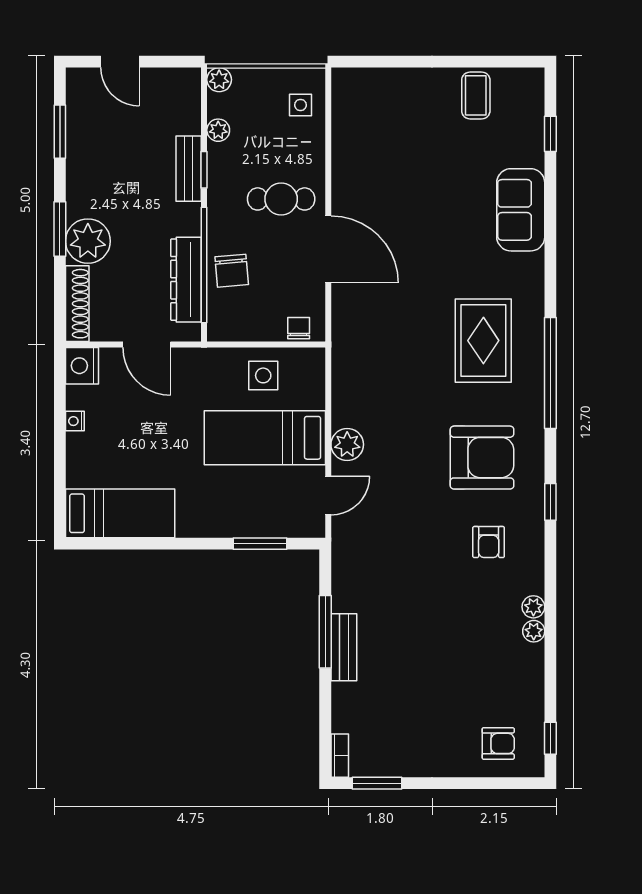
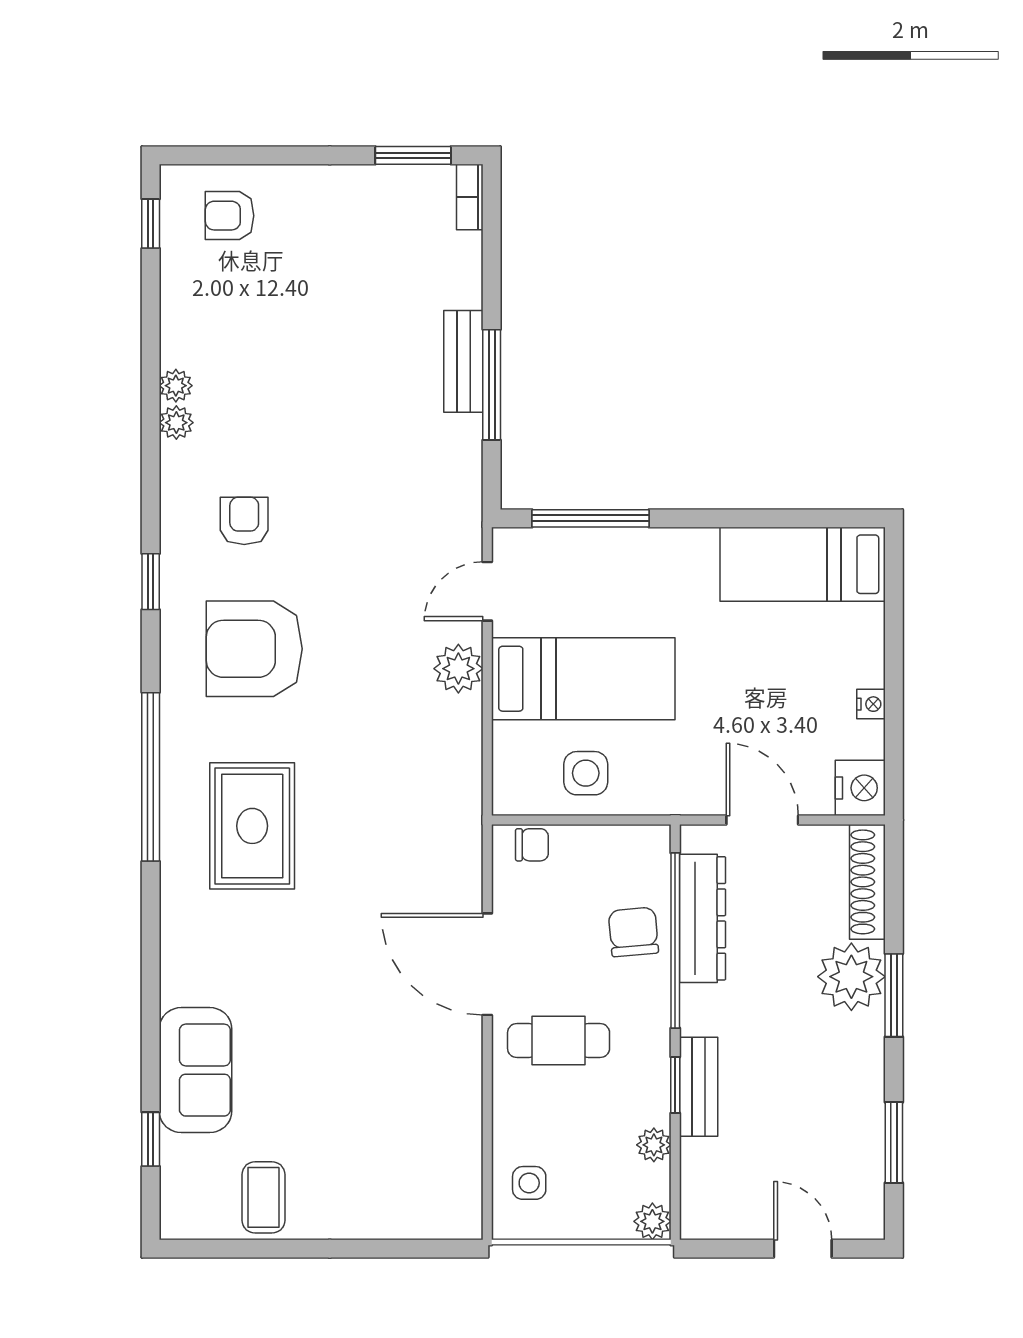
sofa: (521, 210) -> (195, 1070), moved
chair: (299, 328) -> (532, 845), turned -90
window: (260, 544) -> (591, 518), width x1.44

